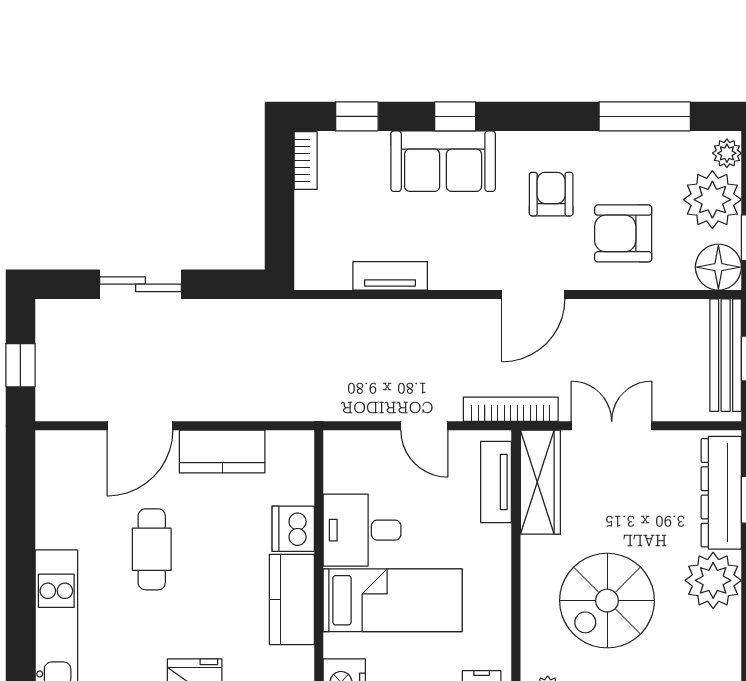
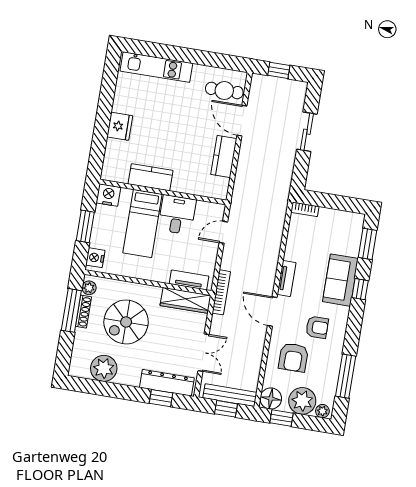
window: (357, 116) -> (368, 244), width x1.50
bookcase: (306, 161) -> (305, 209), moved
armchair: (623, 233) -> (293, 357), turned 180
tv unit: (390, 276) -> (287, 279), moved
door: (424, 426) -> (223, 232), moved
double door: (612, 426) -> (203, 353), moved
dishwasher: (293, 529) -> (183, 183), removed
cafe table: (152, 549) -> (224, 90), moved
plant: (713, 580) -> (104, 368), moved
spiral stairs: (607, 601) -> (126, 322), turned -90

